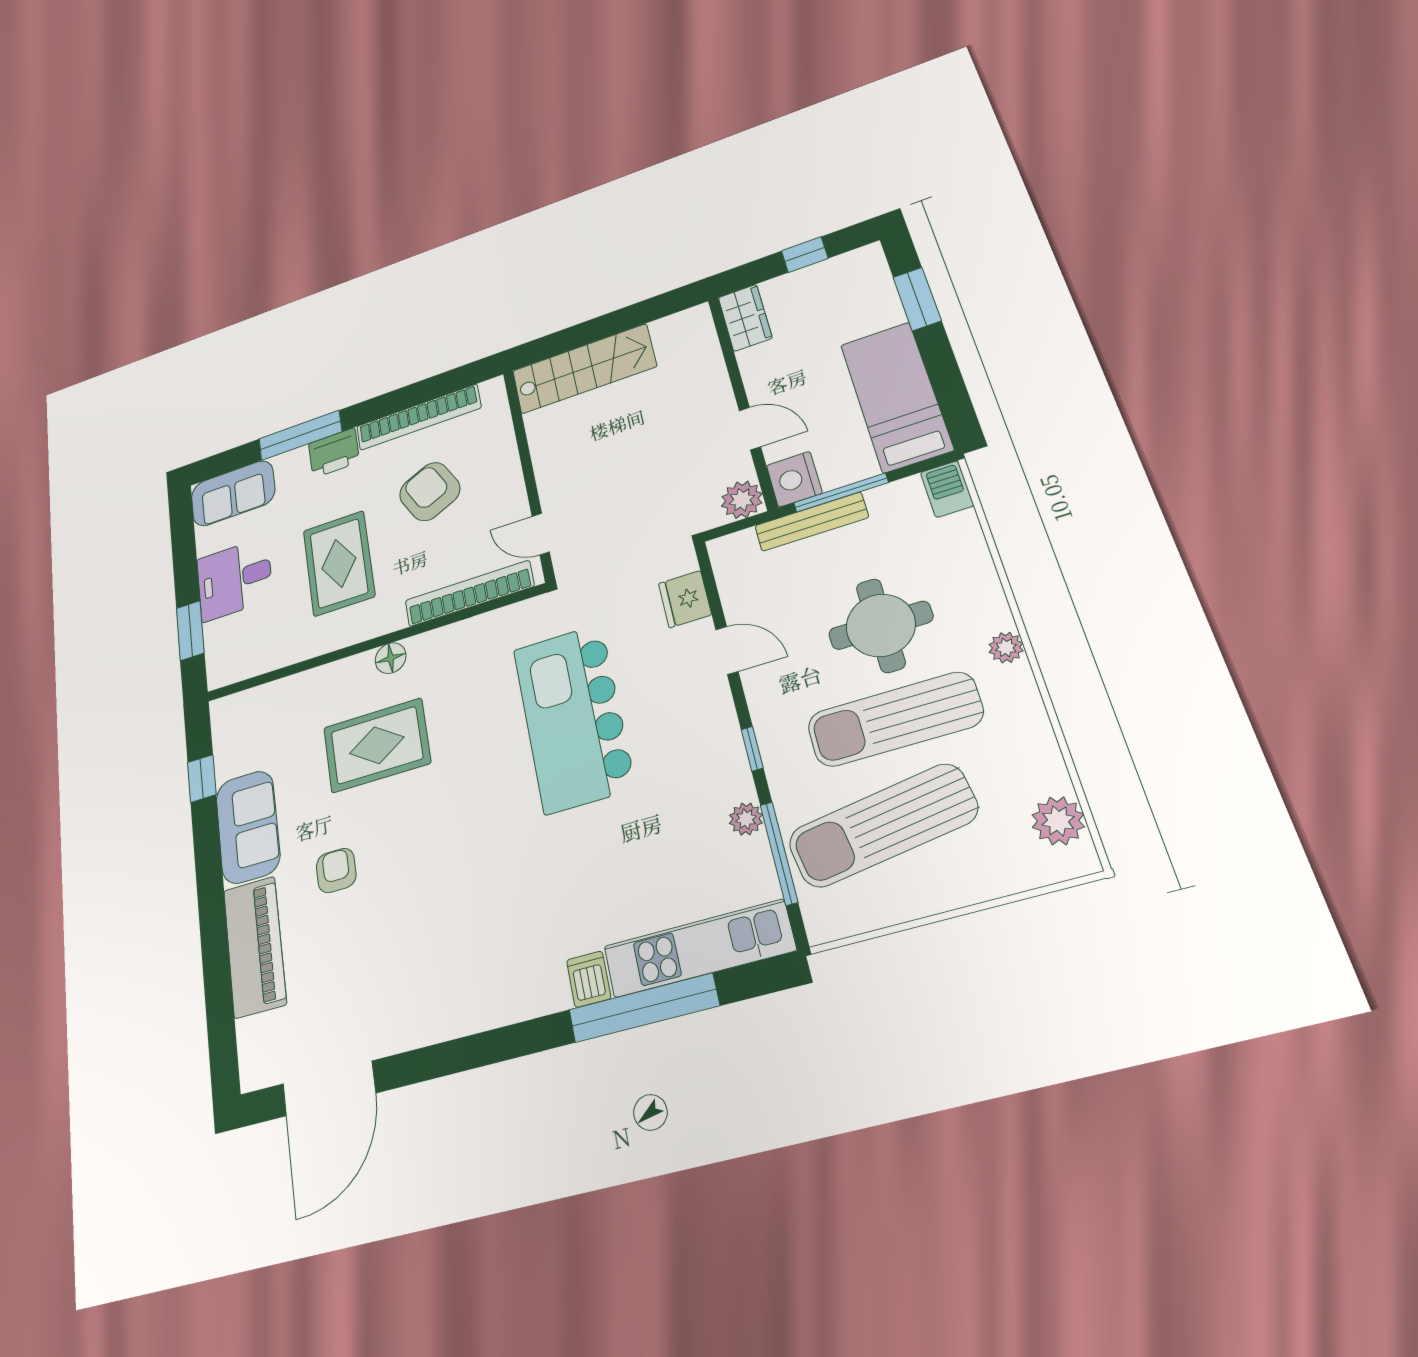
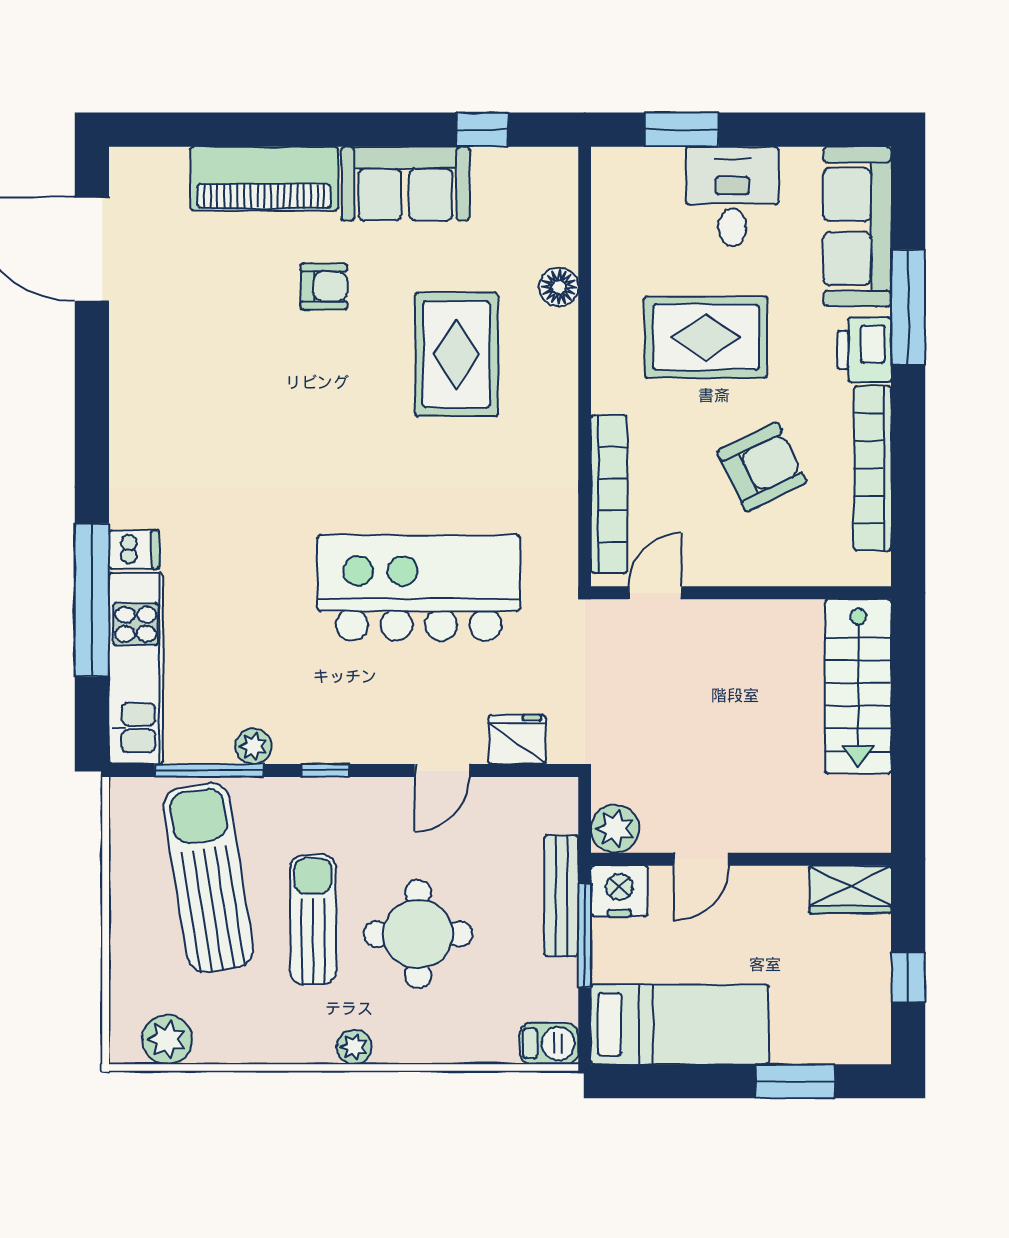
sofa: (233, 493) -> (857, 226), width x1.36
floor lamp: (391, 658) -> (559, 287), moved
sun lounger: (895, 719) -> (313, 920), width x0.73, depth x0.75

